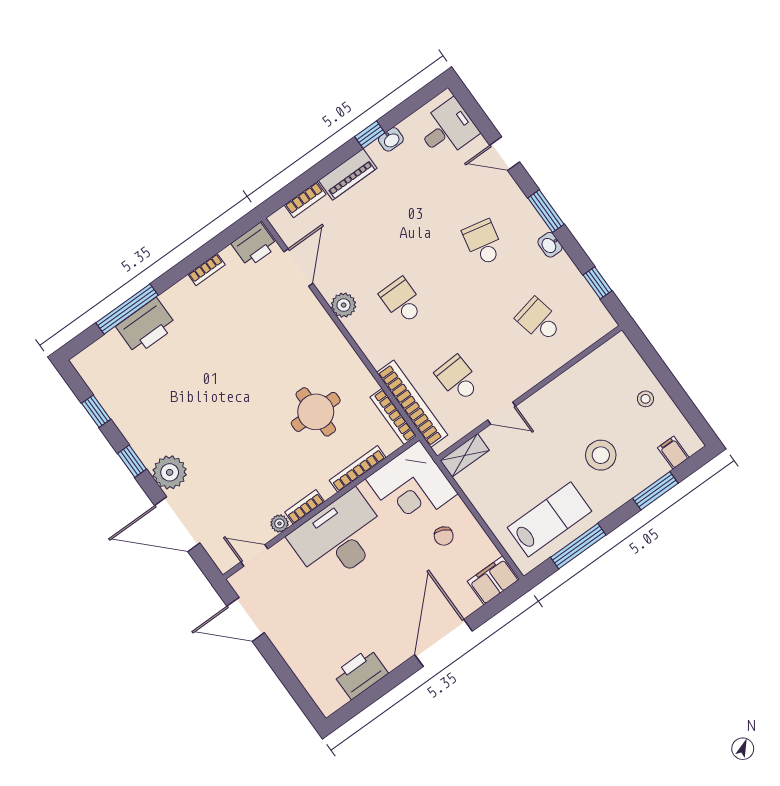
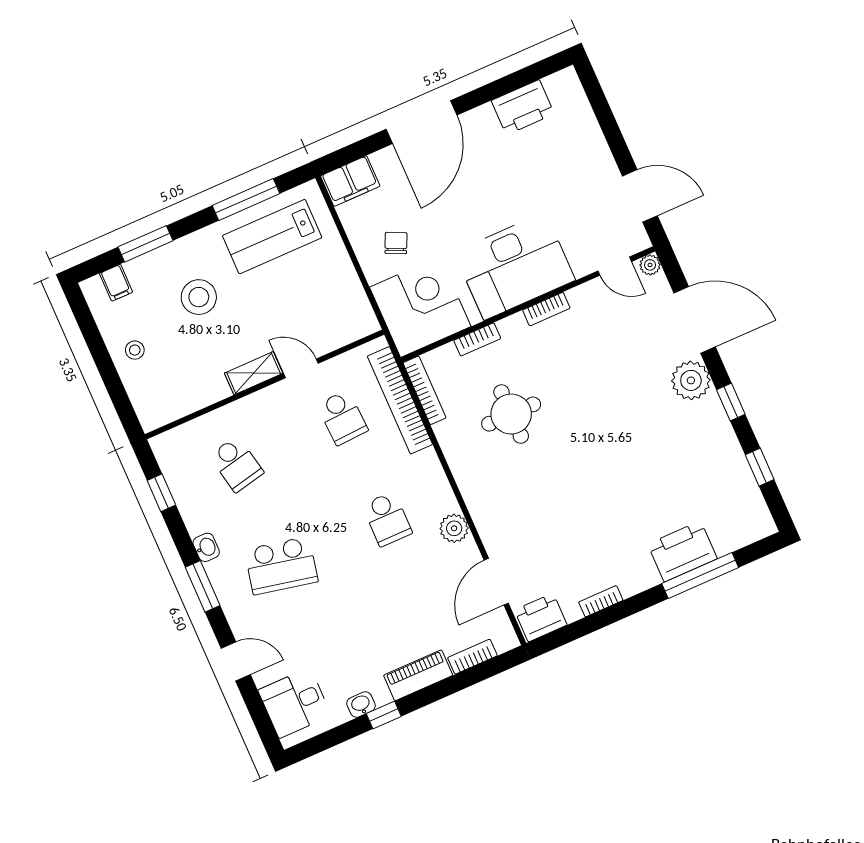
school desk: (483, 243) -> (281, 566), width x1.85
shelving: (465, 455) -> (254, 373), moved
bookcase: (358, 469) -> (477, 339), width x0.64
plant: (280, 523) -> (650, 265), moved

